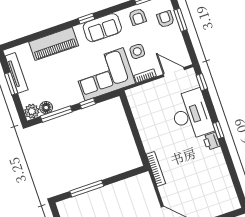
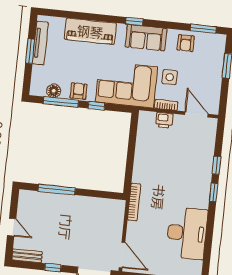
armchair: (165, 19) -> (79, 91), moved
window: (202, 82) -> (216, 165), moved
plant: (32, 111) -> (38, 88), removed
desk: (191, 115) -> (187, 233), moved
printer: (211, 141) -> (164, 120), moved, turned -90

